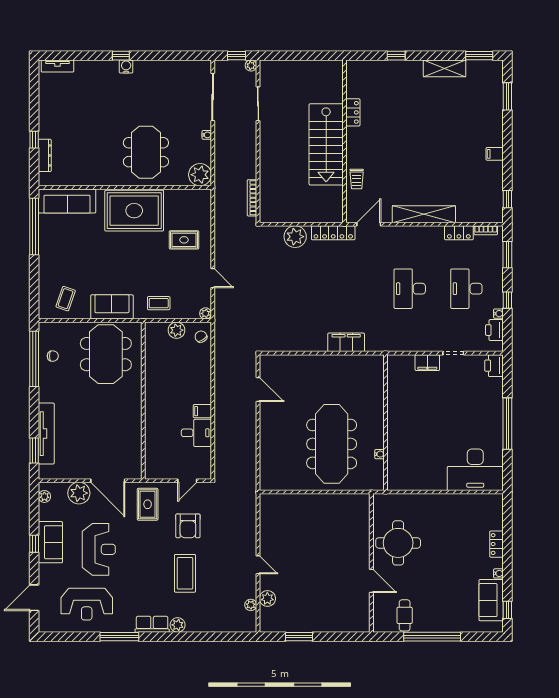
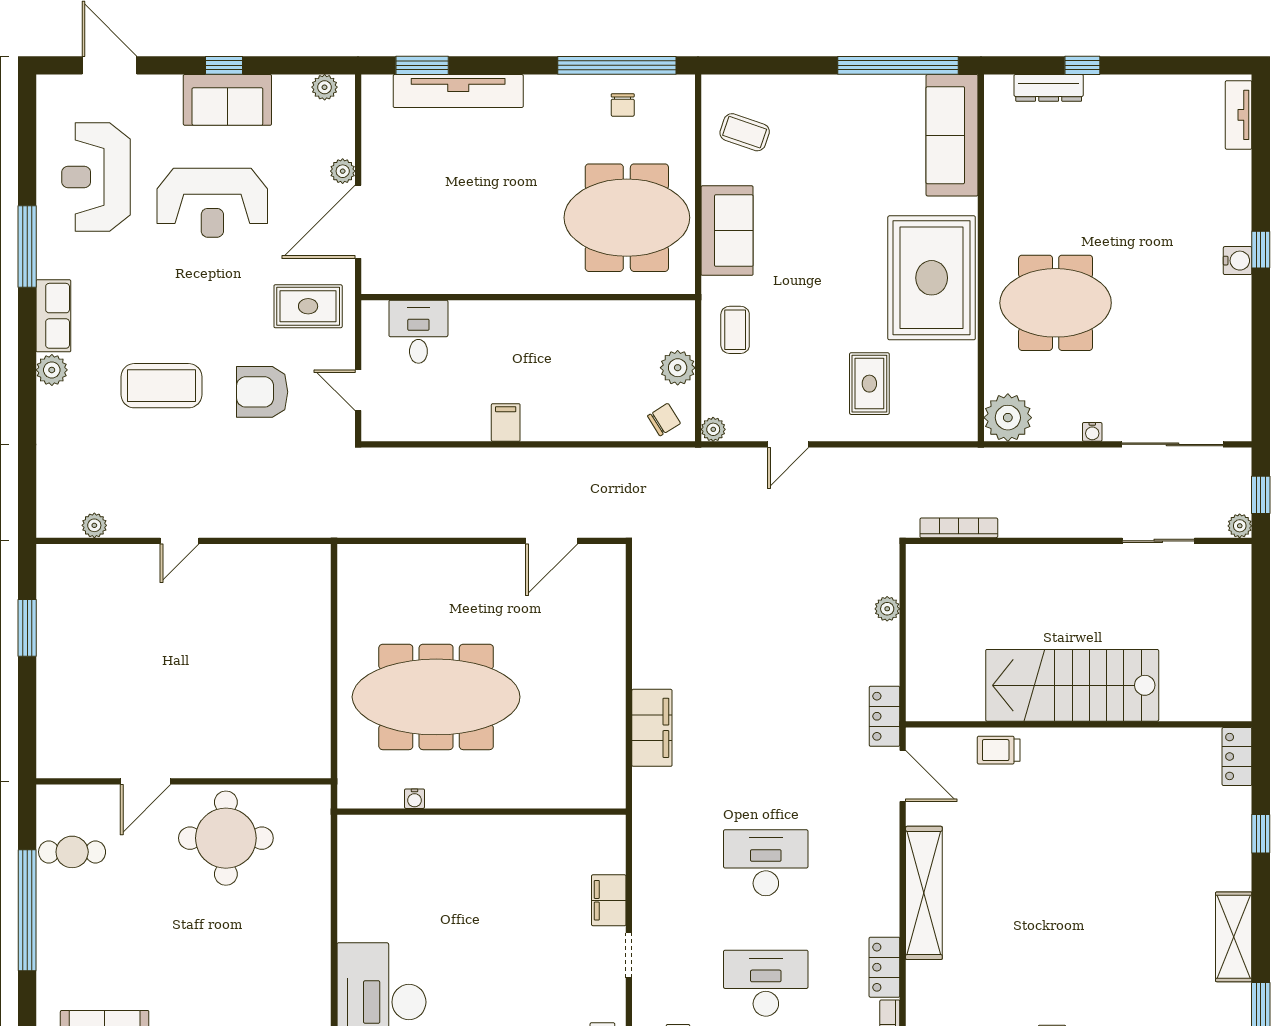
locker: (353, 112) -> (1237, 756), moved, turned 90
locker: (333, 233) -> (884, 716), width x0.66
plant: (295, 237) -> (887, 609), width x0.53, depth x0.53
desk: (196, 433) -> (418, 332), moved, turned 180
plant: (79, 493) -> (343, 171), width x0.53, depth x0.53
plant: (267, 599) -> (108, 561), removed

